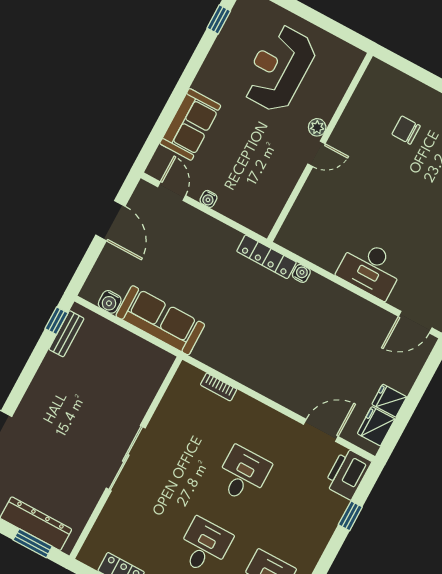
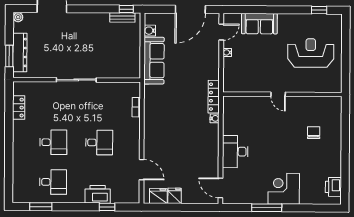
plant: (317, 127) -> (291, 88), removed
door: (110, 221) -> (190, 9), width x1.36
printer: (348, 474) -> (98, 194), moved

